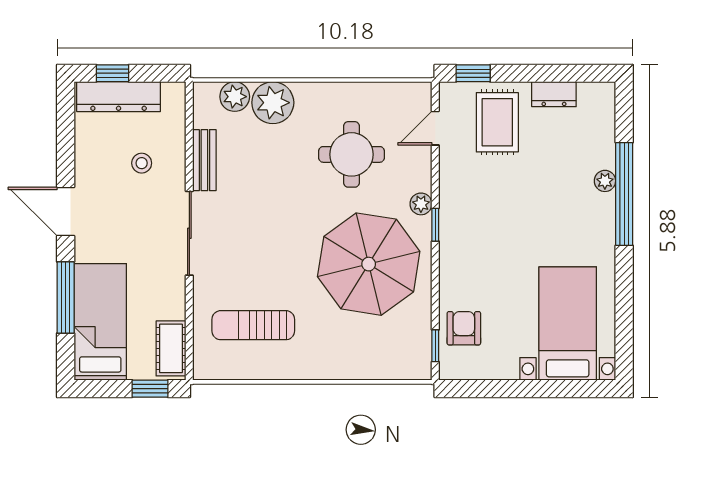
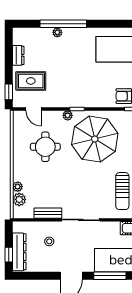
plant: (273, 103) -> (18, 187), width x0.53, depth x0.53

